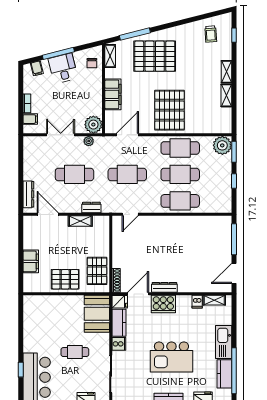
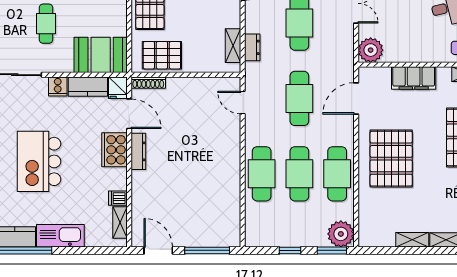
pallet: (169, 110) -> (391, 159), turned 90
door: (127, 135) -> (356, 99), swing flipped
plant: (89, 141) -> (347, 43), removed
shelving: (80, 221) -> (233, 46), moved

